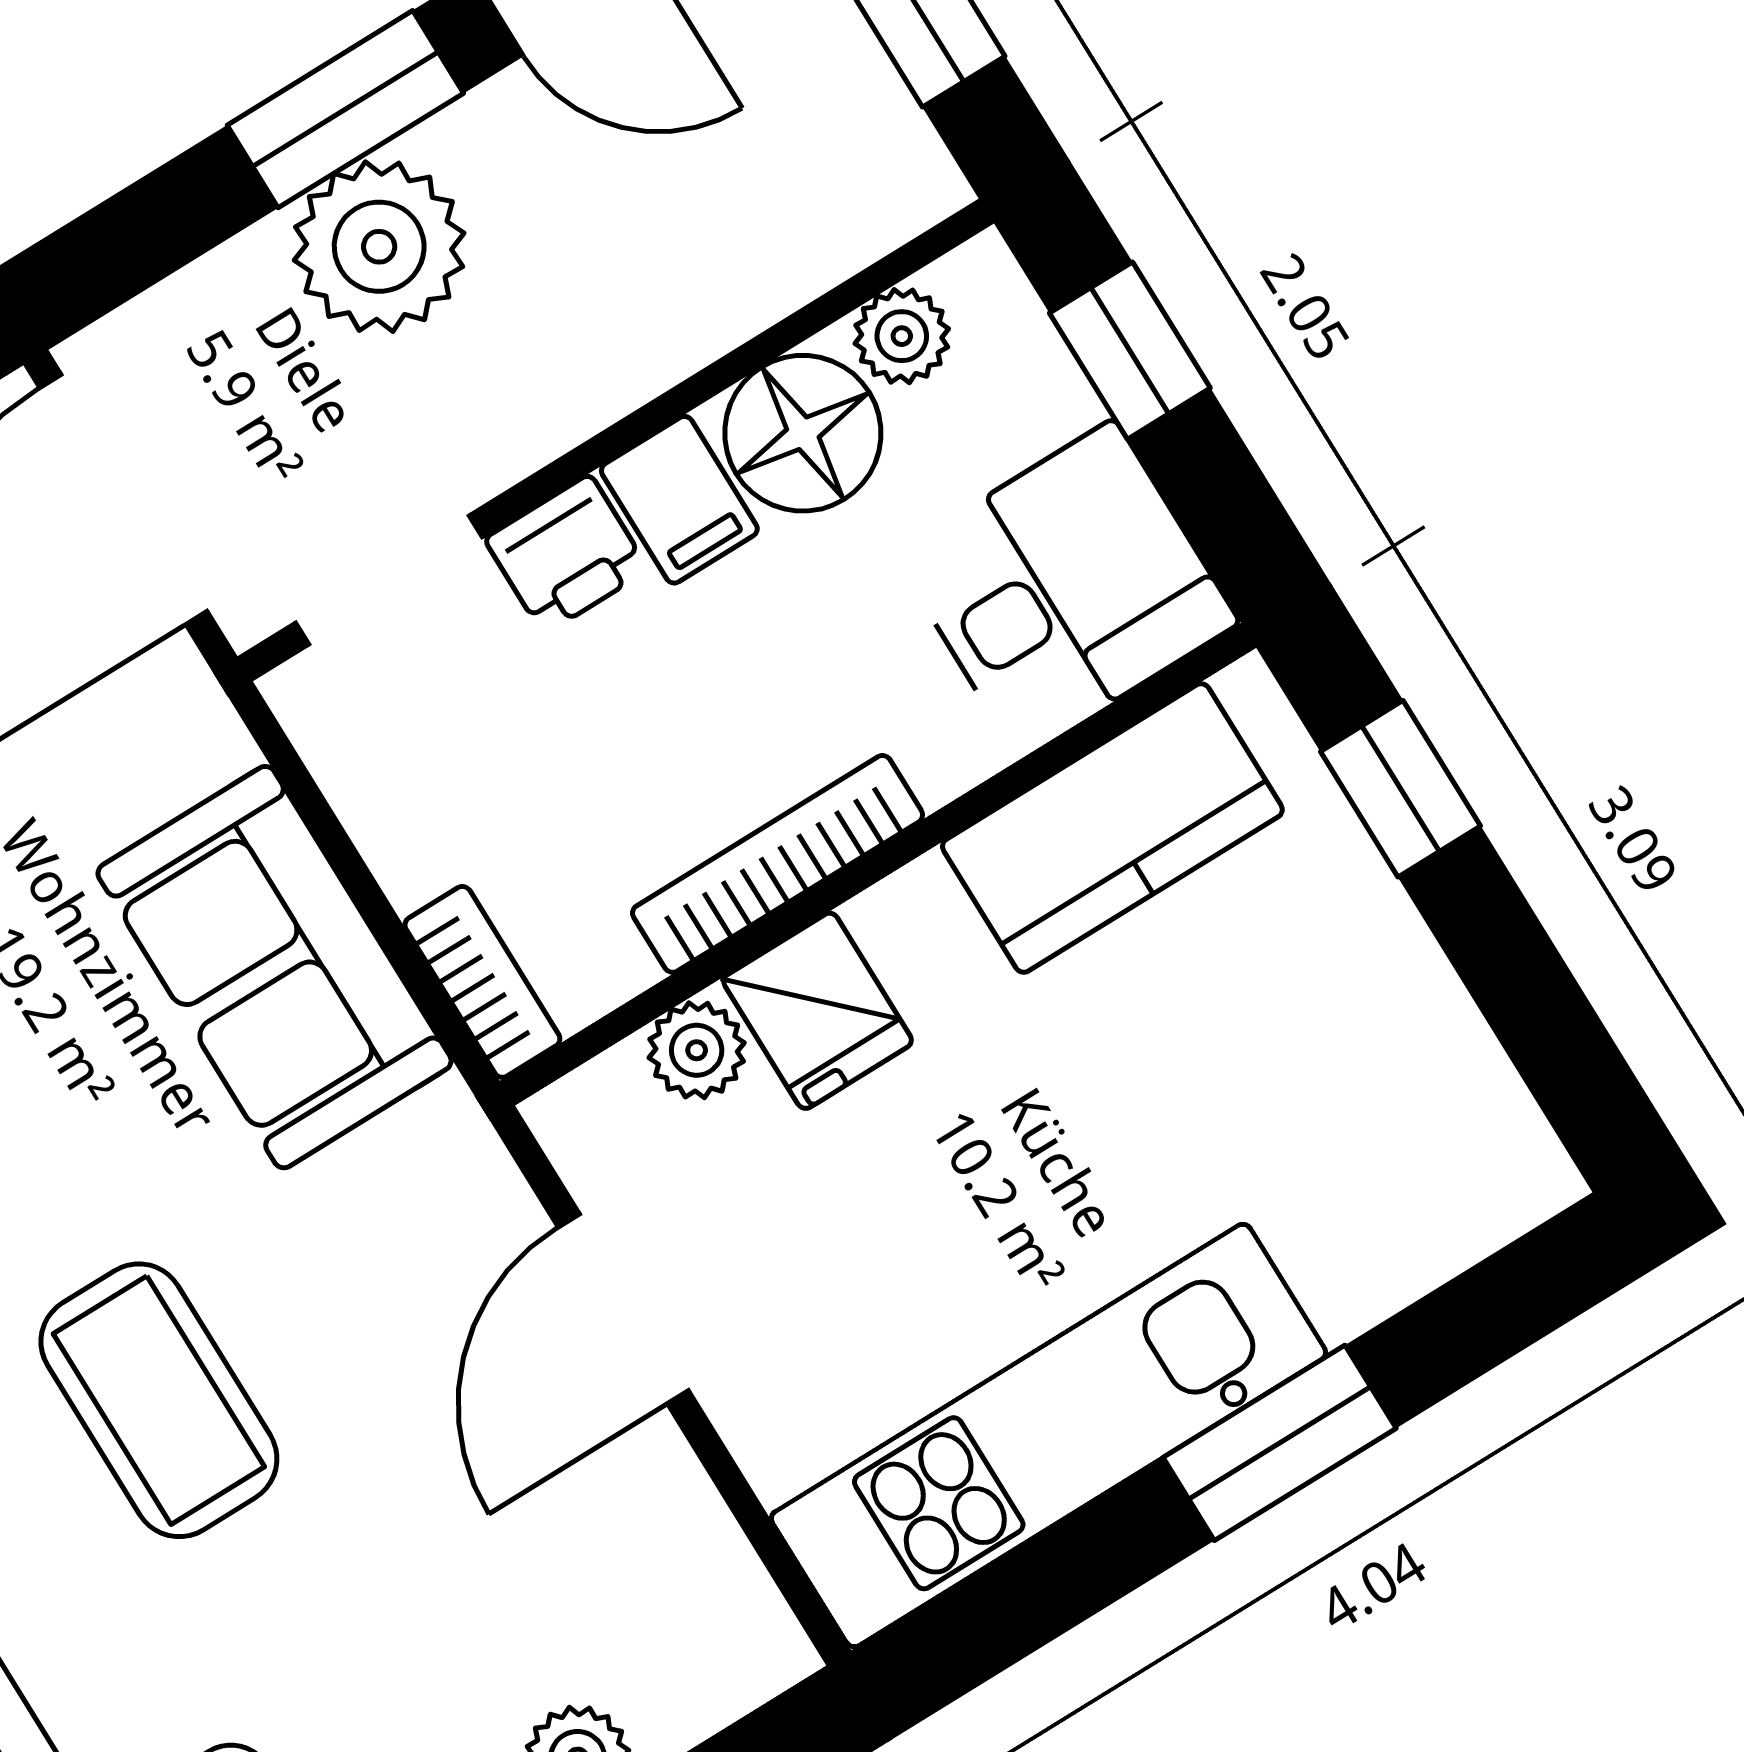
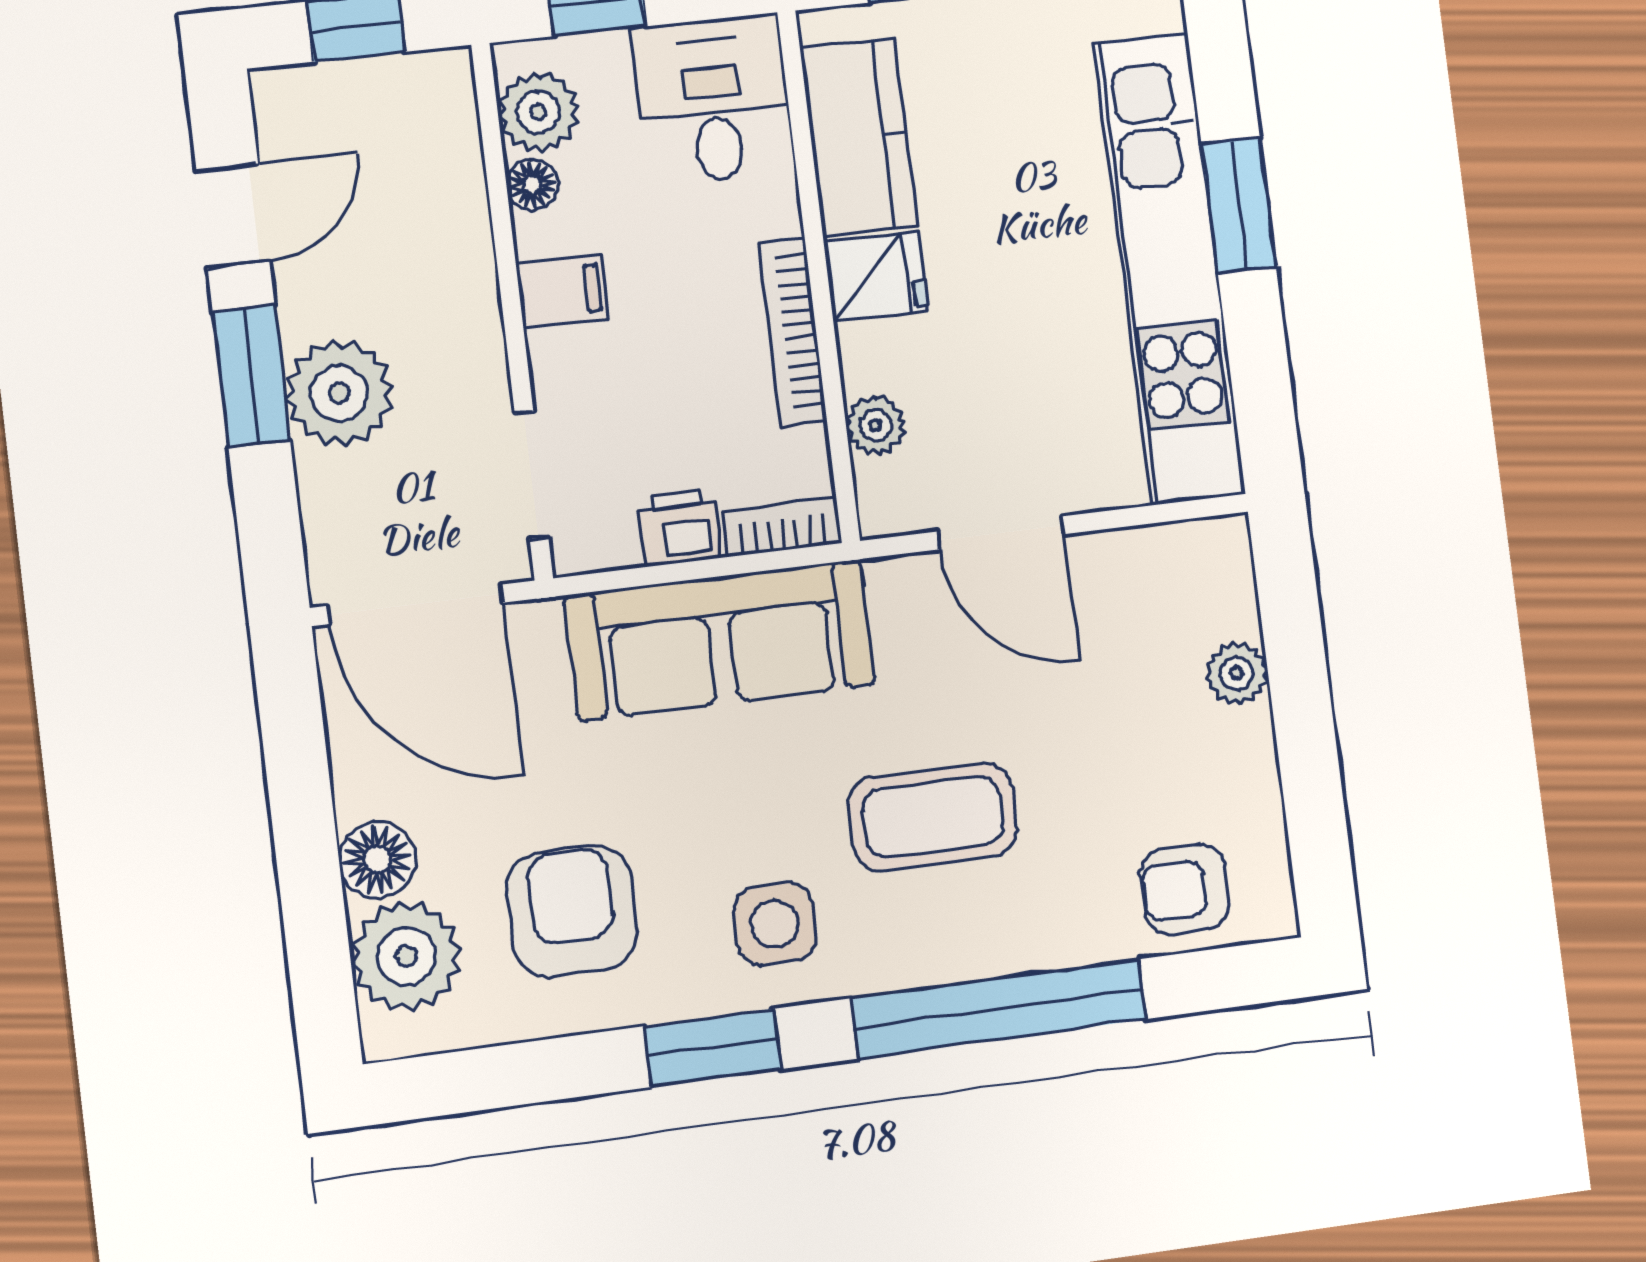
plant: (902, 336) -> (538, 112), width x1.38, depth x1.38
floor lamp: (803, 433) -> (532, 185), width x0.53, depth x0.53
printer: (567, 554) -> (679, 527), moved, turned -90
sofa: (275, 967) -> (720, 640), width x1.36
fridge: (818, 1011) -> (876, 277), moved
kitchen unit: (1049, 1435) -> (1170, 268), width x1.36

